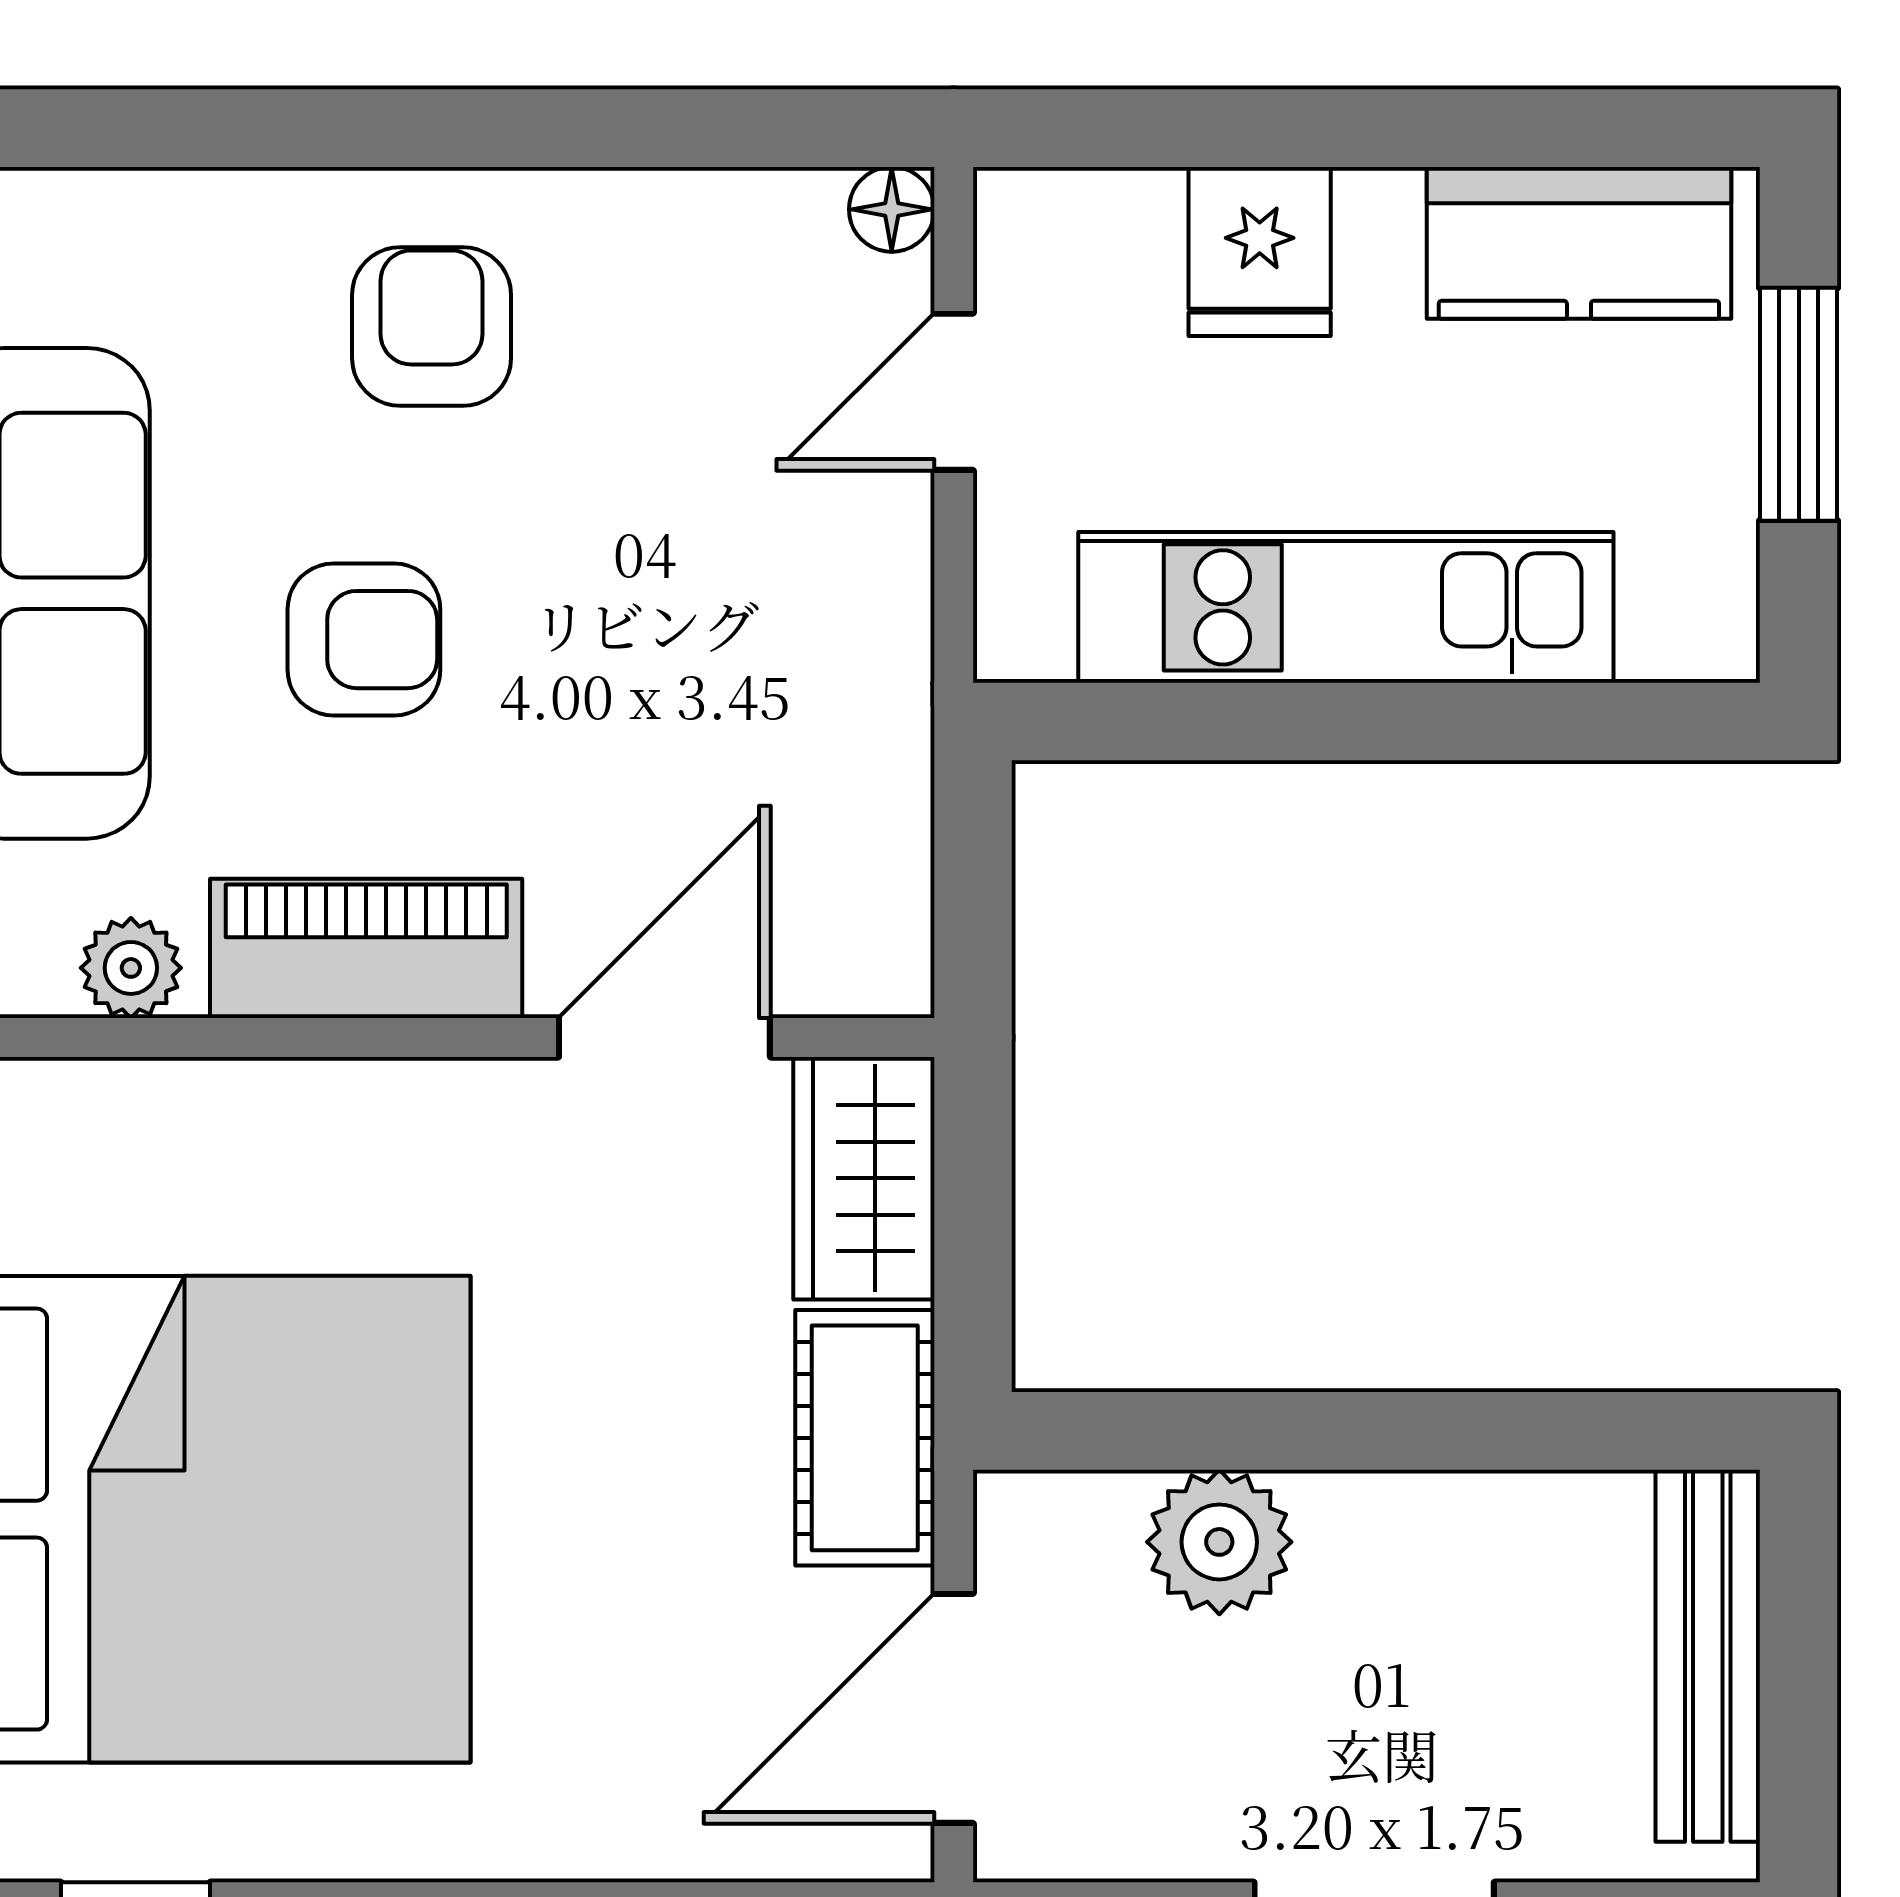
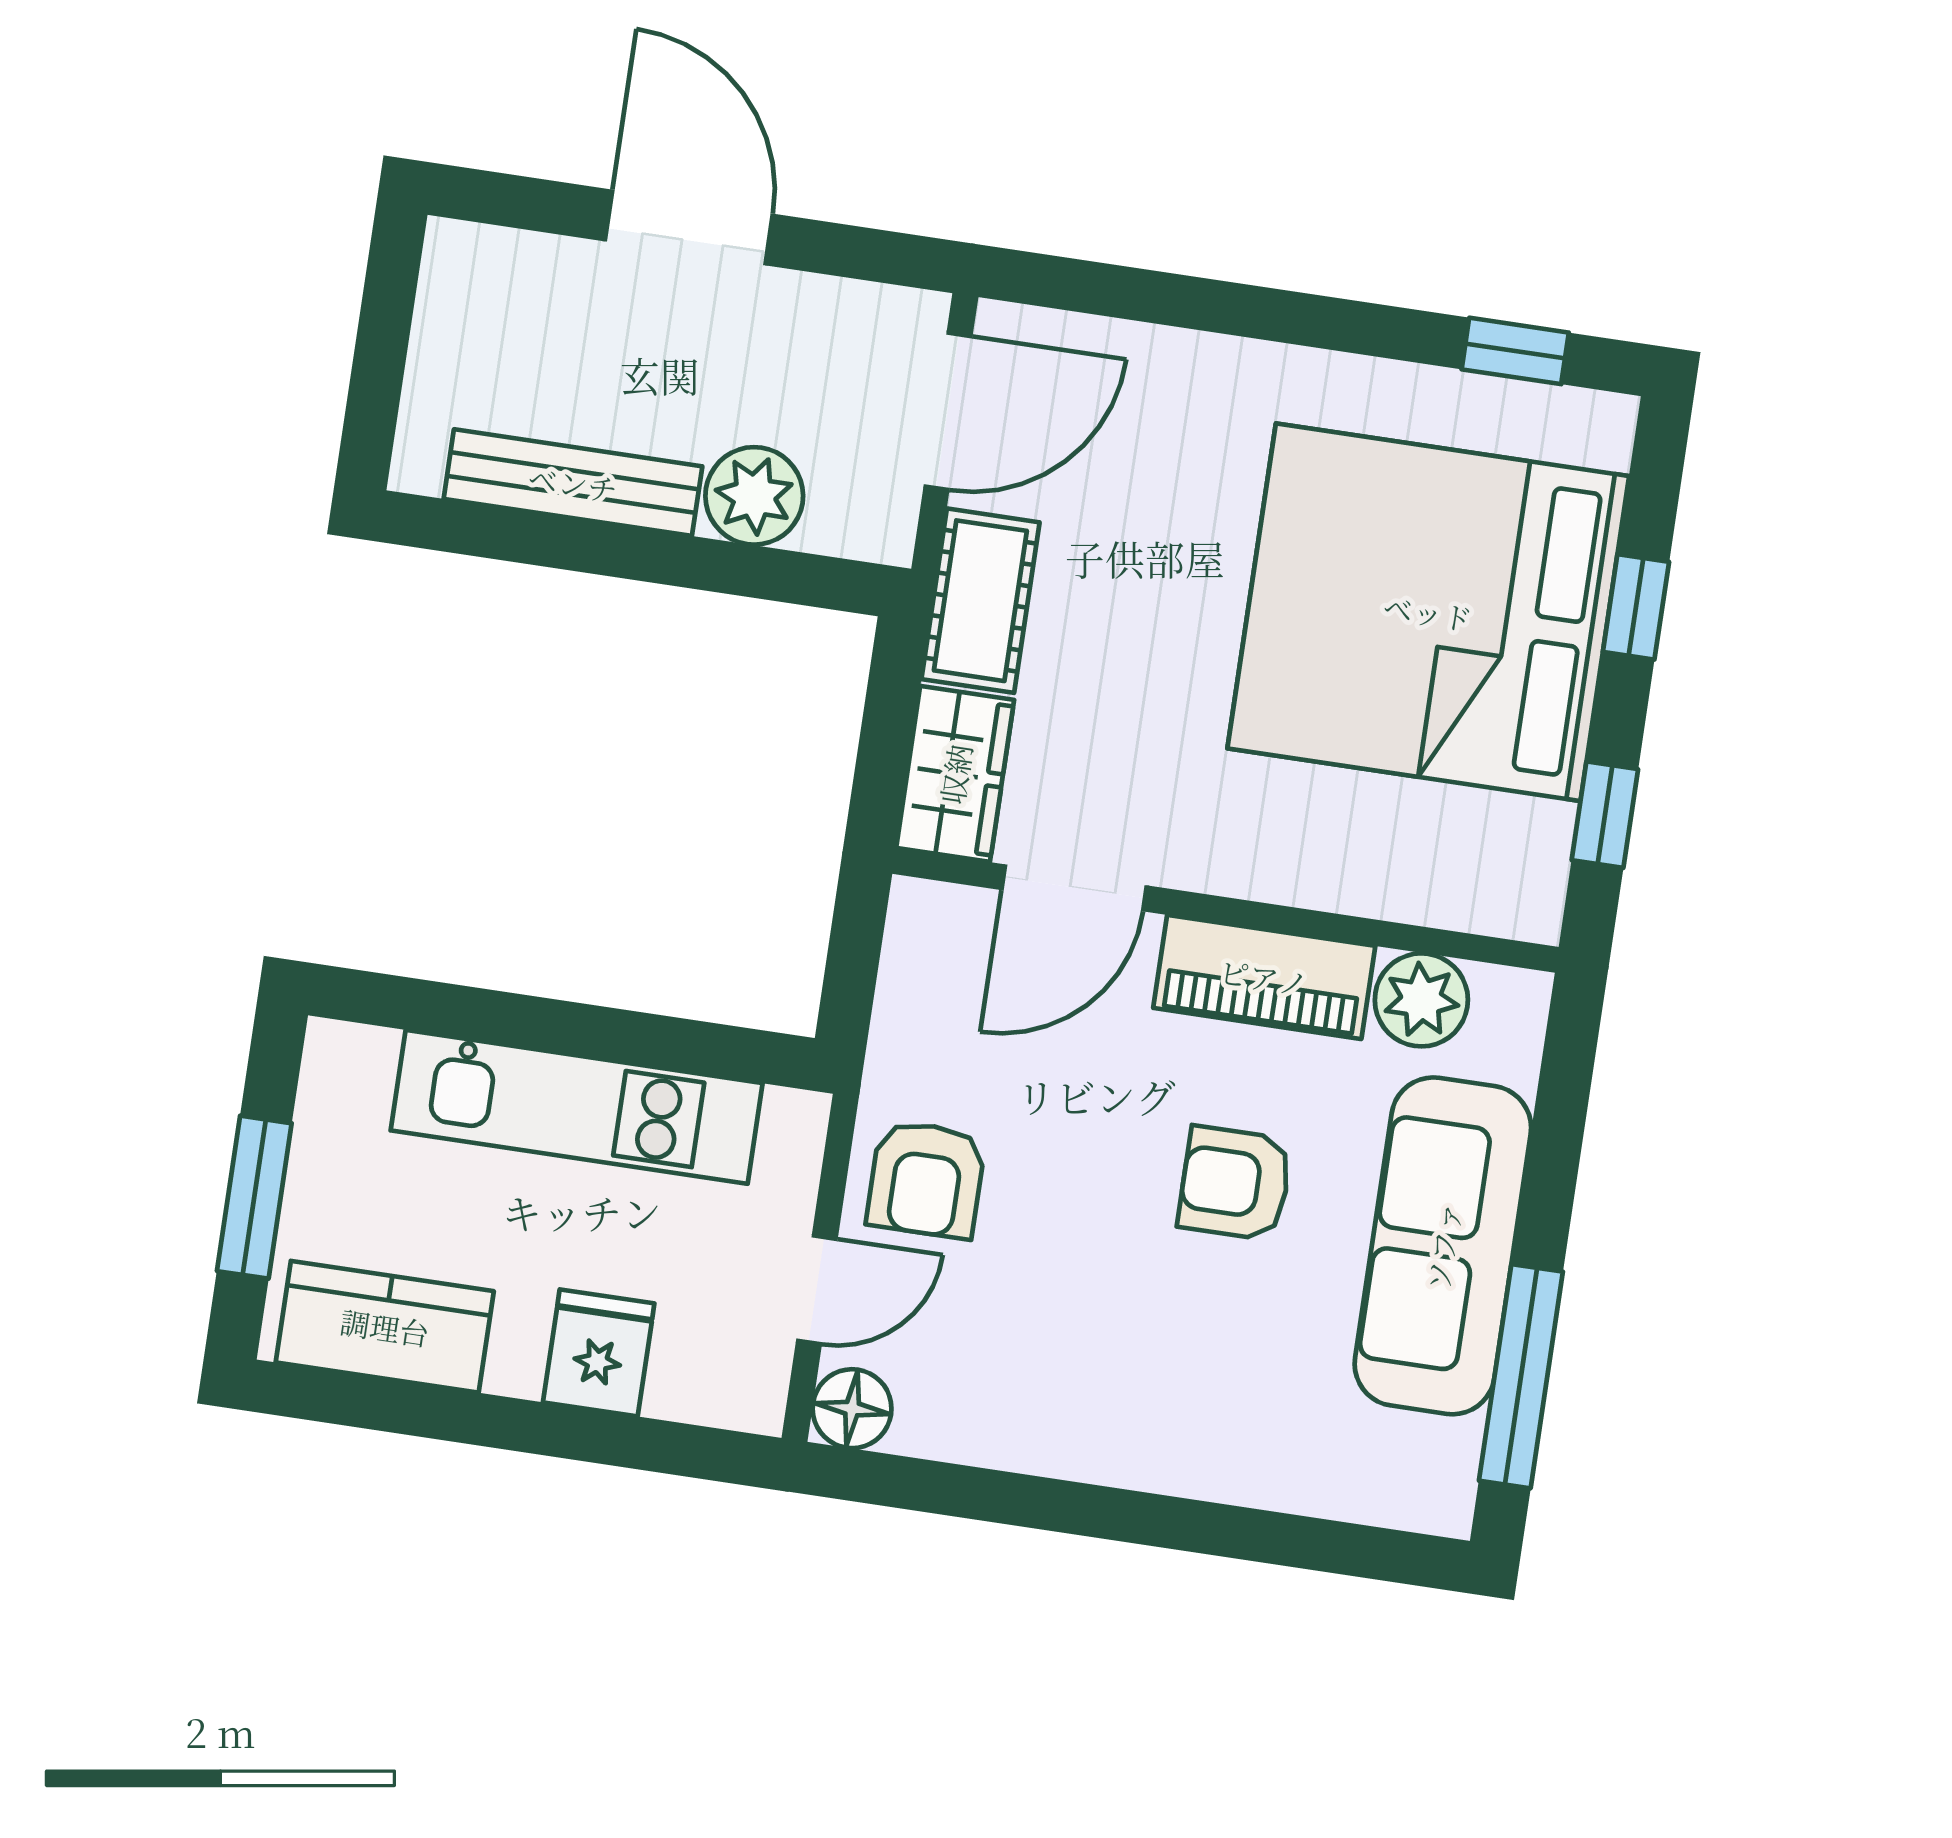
floor lamp: (892, 209) -> (852, 1409), width x1.37, depth x1.37
armchair: (432, 326) -> (926, 1179), moved
plant: (131, 968) -> (1421, 1000), width x1.38, depth x1.38
bench: (1708, 1656) -> (573, 483), moved, turned 90

